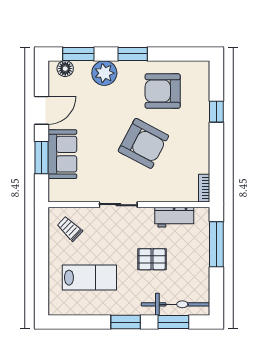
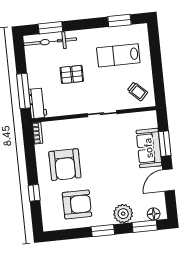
armchair: (143, 143) -> (65, 165), moved, turned -118
workbench: (174, 217) -> (38, 103), moved, turned 90
window: (126, 322) -> (119, 21), moved

